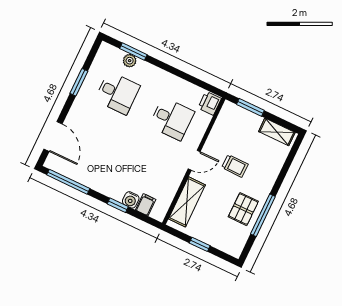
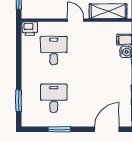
plant: (130, 61) -> (27, 100), removed

